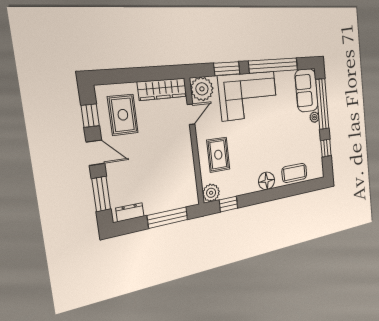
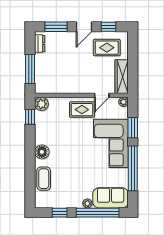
plant: (202, 89) -> (124, 102), width x0.53, depth x0.53
door: (191, 114) -> (102, 95), hinge flipped
rug: (218, 155) -> (82, 110), moved

